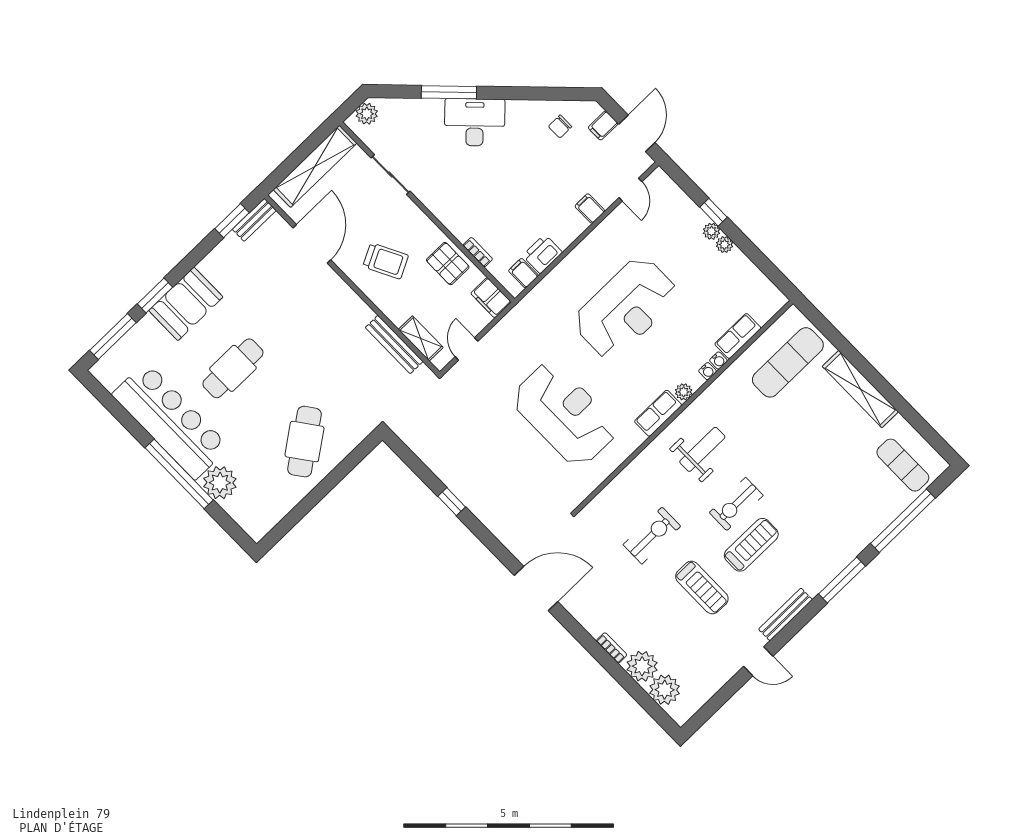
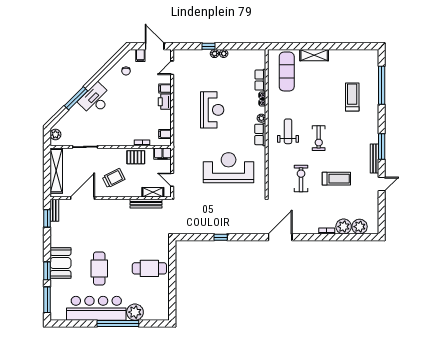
door: (630, 190) -> (172, 68), swing flipped
door: (312, 244) -> (82, 198), hinge flipped
printer: (542, 254) -> (165, 102), moved
reception desk: (626, 308) -> (212, 110), width x0.74, depth x0.77
shelving: (860, 389) -> (314, 55), width x0.68
cafe table: (304, 442) -> (149, 268), turned -54
exercise mat: (903, 465) -> (362, 66), removed
treadmill: (751, 545) -> (352, 97), moved
window: (842, 580) -> (382, 146), moved

